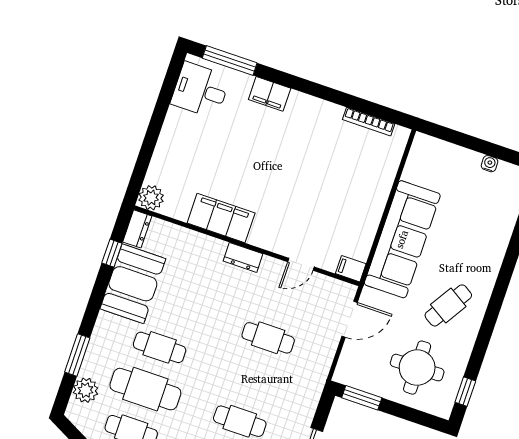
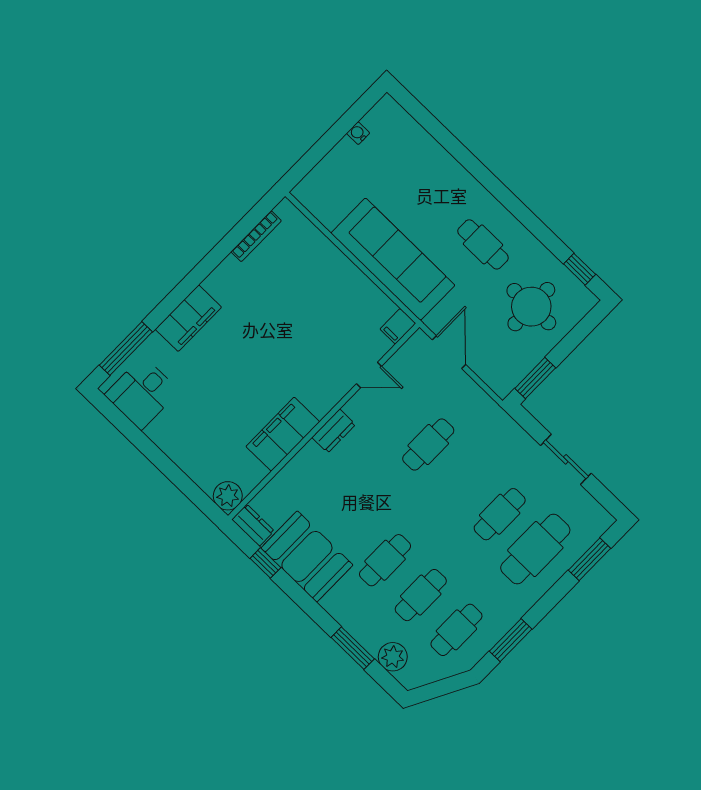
filing cabinet: (270, 94) -> (188, 318), width x1.50, depth x1.17
door: (301, 264) -> (369, 375), hinge flipped
cafe table: (448, 305) -> (483, 244), turned -32
cafe table: (145, 389) -> (421, 595), width x0.73, depth x0.74

